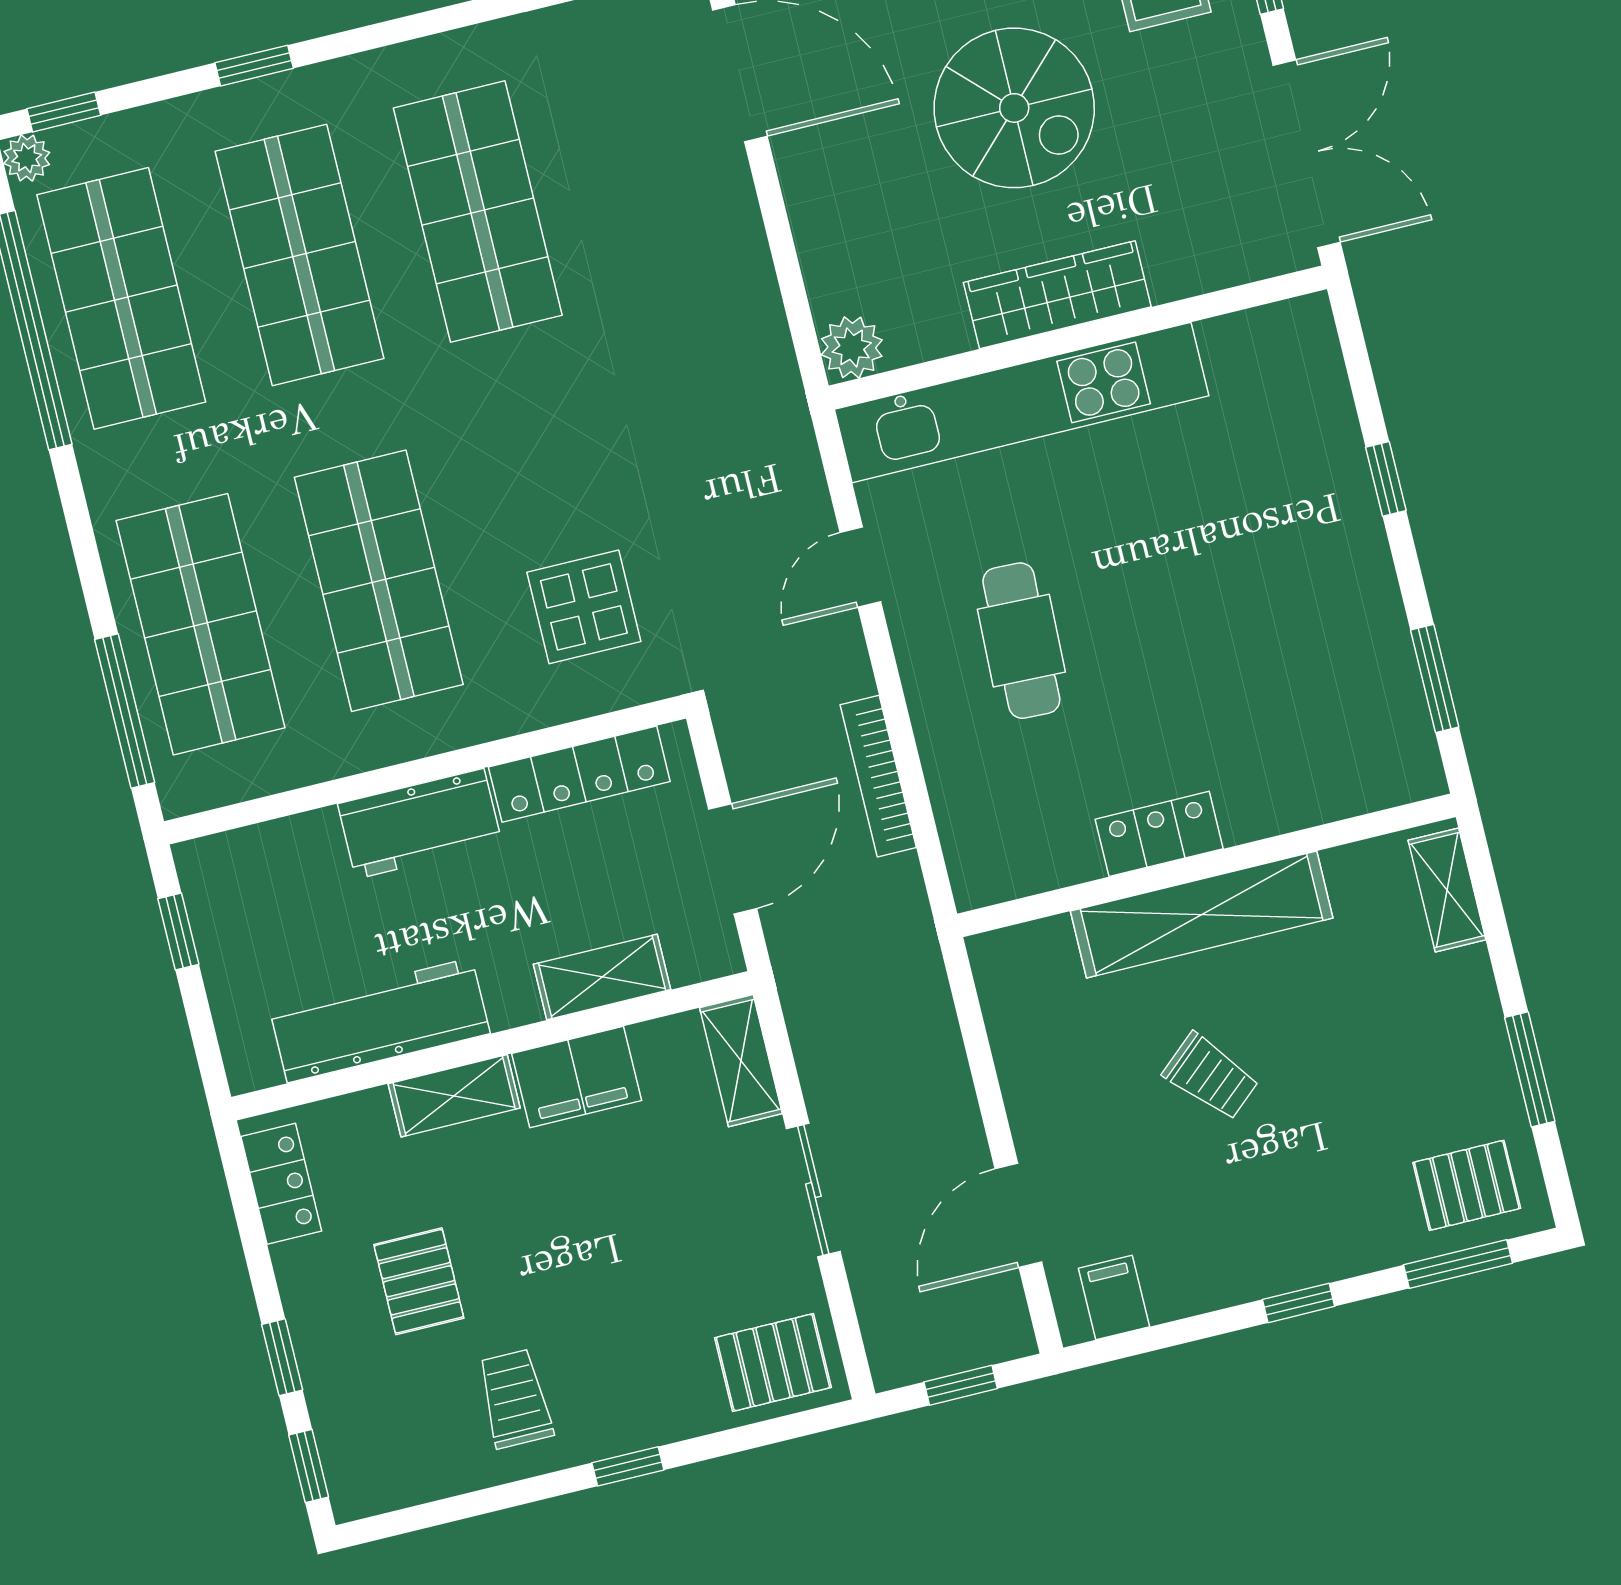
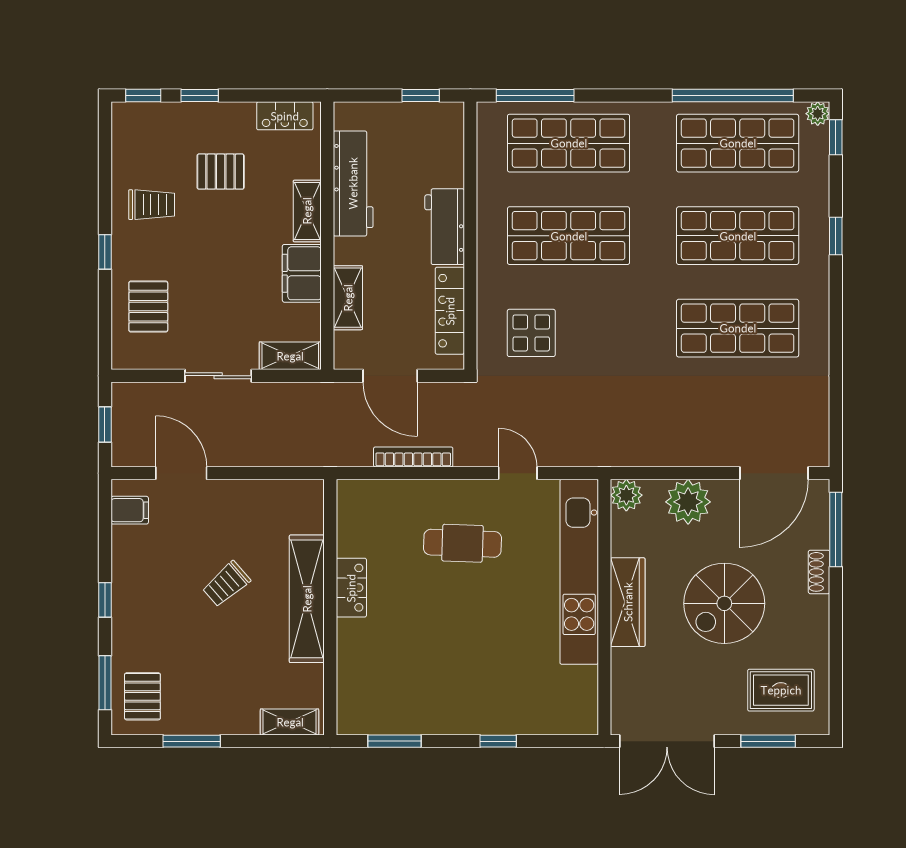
plant: (836, 225) -> (688, 502), added
pallet: (773, 1363) -> (148, 307), moved

